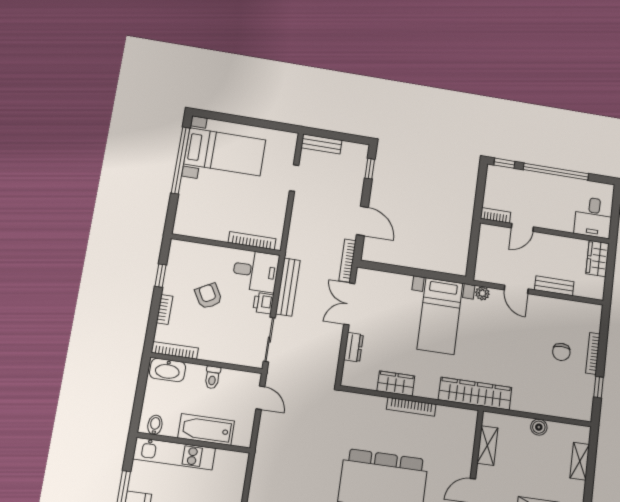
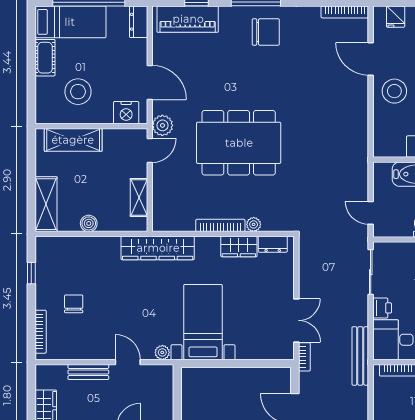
bookcase: (348, 261) -> (304, 357), width x0.64
bench: (288, 287) -> (360, 356), moved
dresser: (353, 347) -> (273, 244), moved, turned -90
bookcase: (593, 353) -> (41, 332), moved
plant: (379, 403) -> (254, 224), added
shelving: (580, 461) -> (46, 204), width x1.50, depth x1.33

